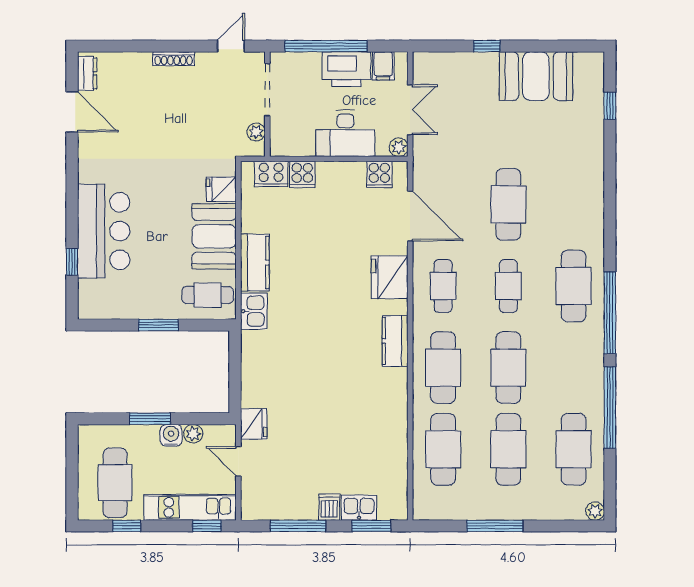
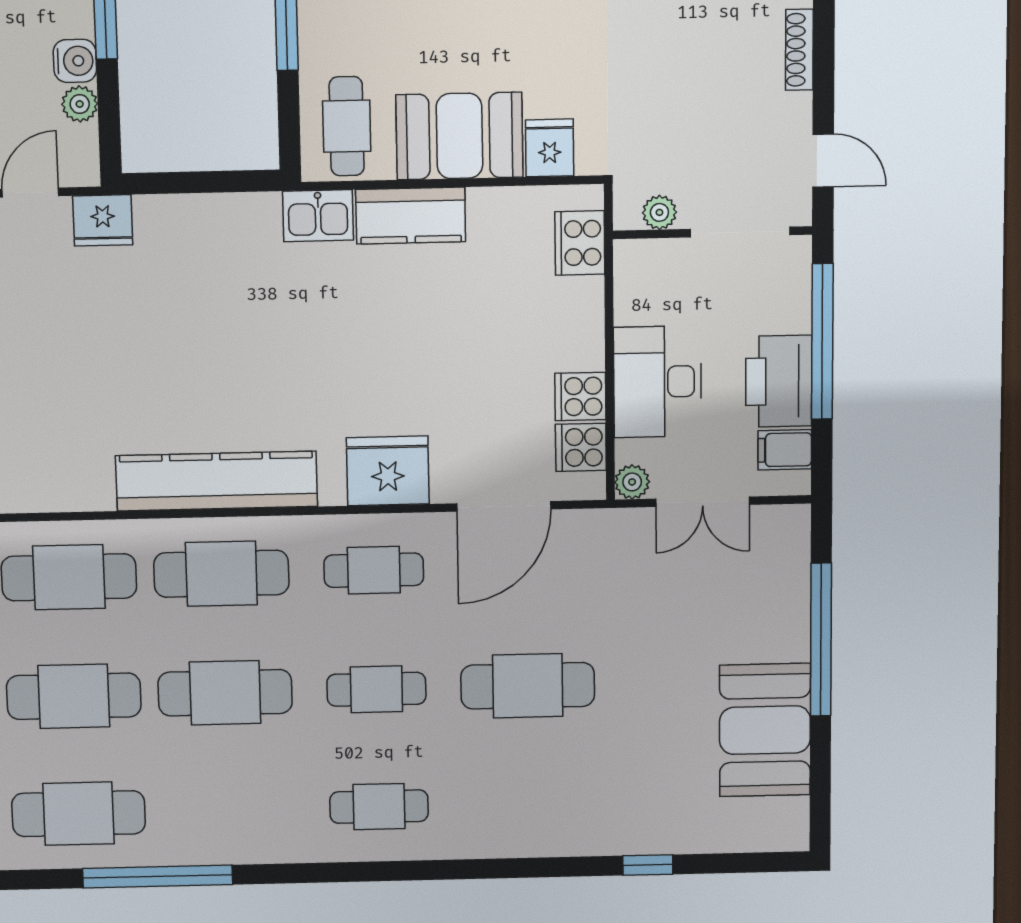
window: (487, 46) -> (821, 640), width x3.17
window: (610, 106) -> (648, 865), moved
cooker: (302, 174) -> (580, 396), moved
cafe table: (574, 286) -> (379, 807), width x0.73, depth x0.74
window: (610, 313) -> (332, 872), removed
kitchen counter: (395, 341) -> (217, 481), width x2.08, depth x1.17

